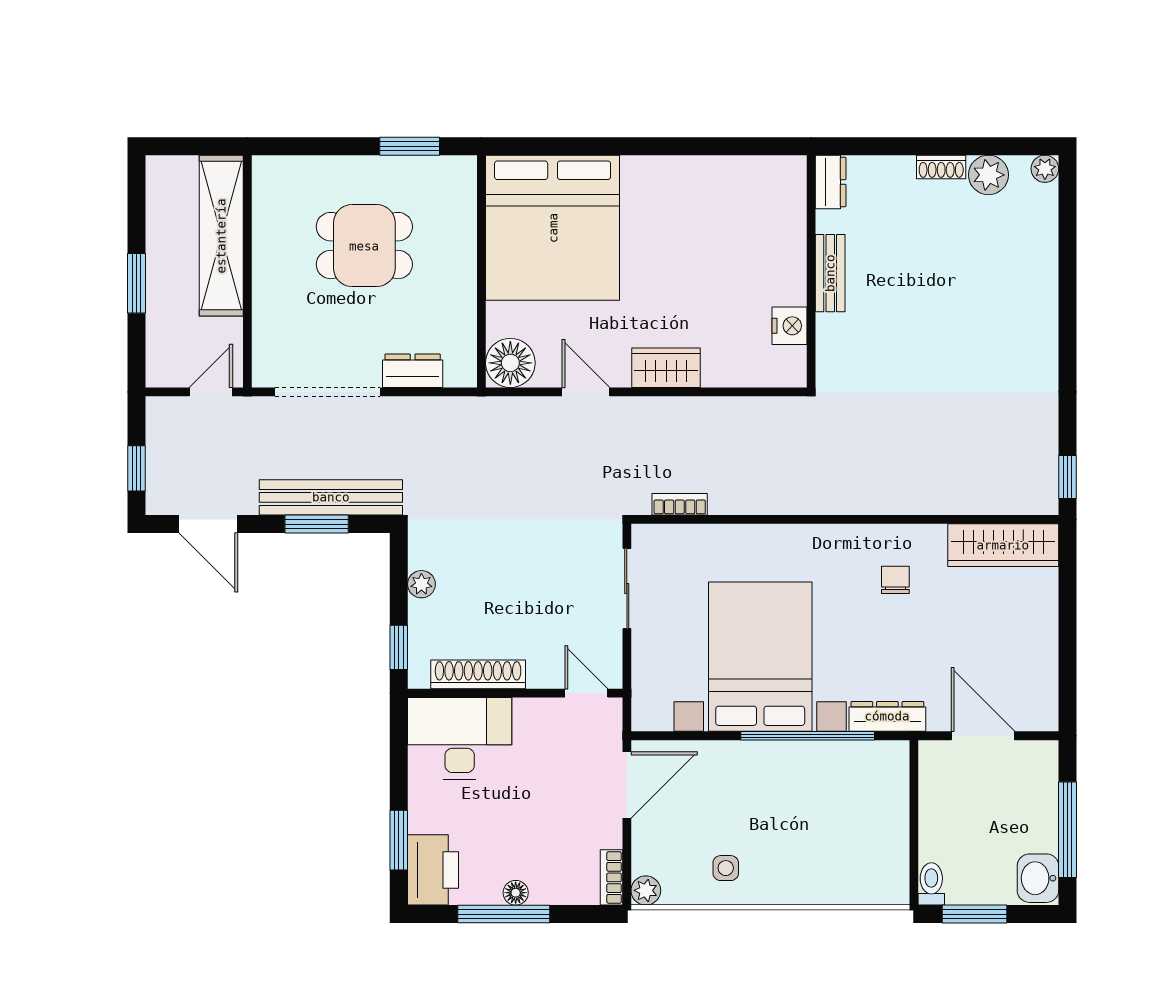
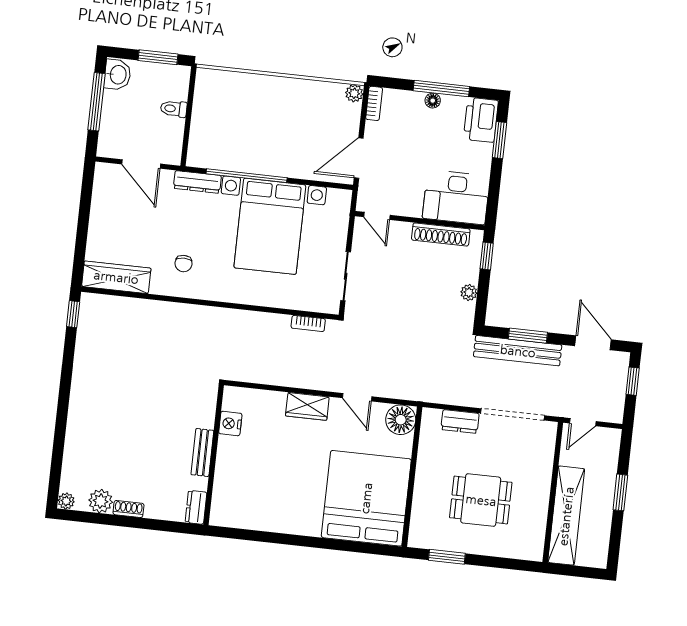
side table: (726, 868) -> (305, 101), removed
toilet: (931, 884) -> (174, 109), moved, turned 90

